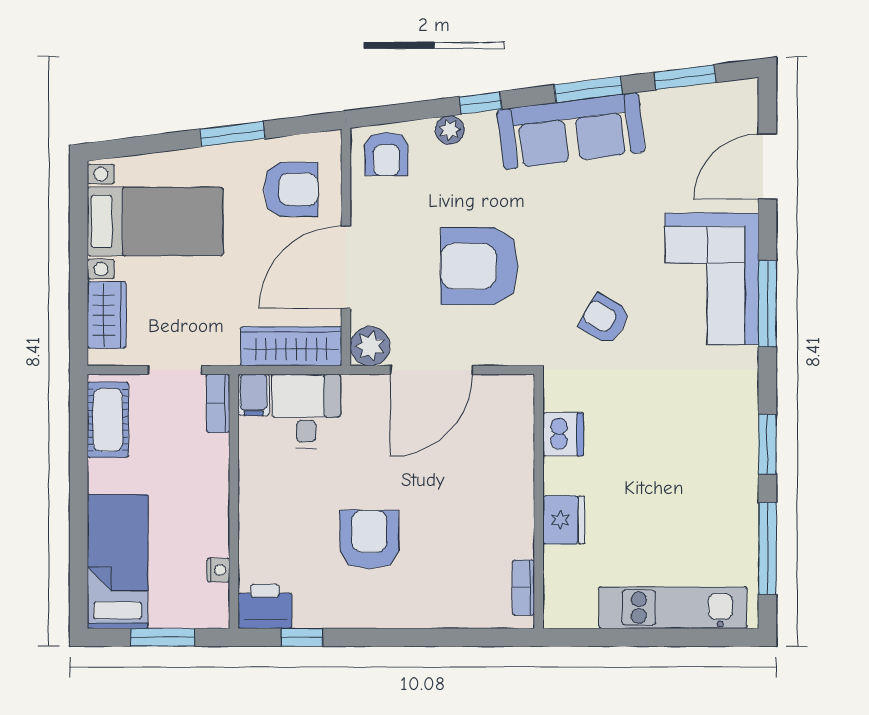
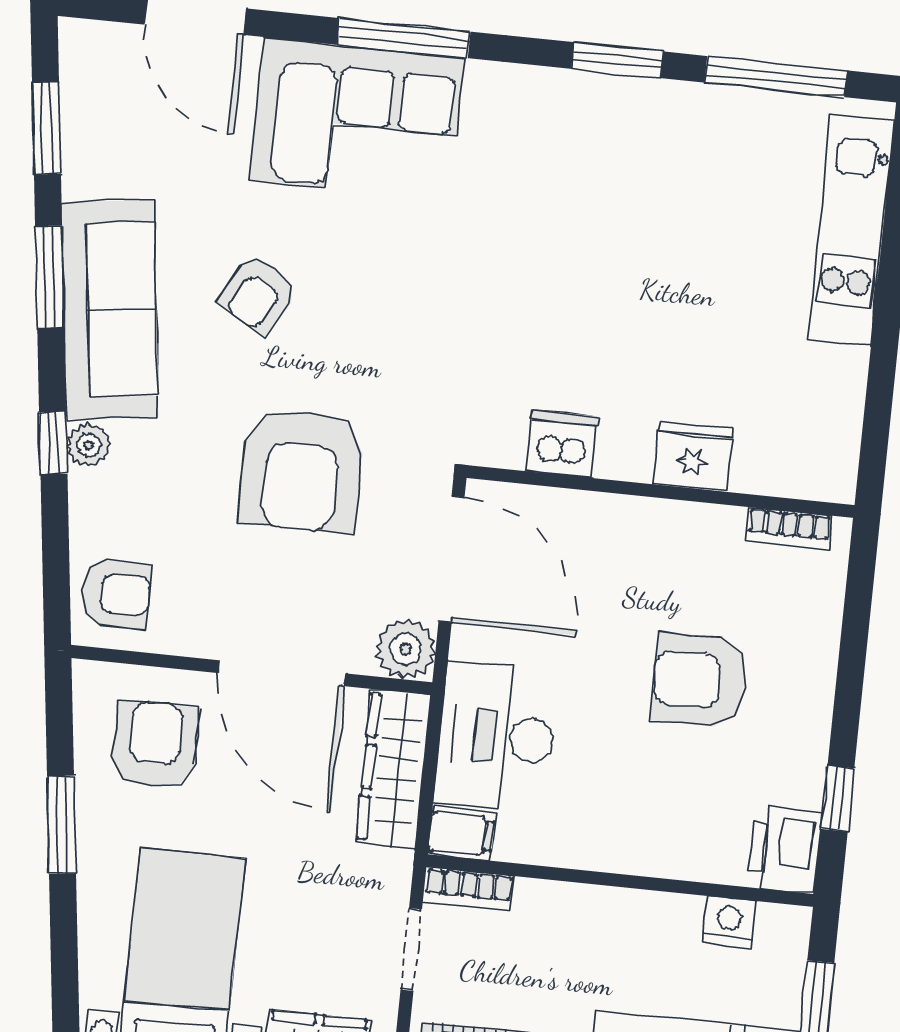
plant: (450, 130) -> (89, 445), moved
armchair: (605, 319) -> (259, 295), moved
desk: (306, 411) -> (497, 737), width x1.37
dishwasher: (563, 434) -> (562, 444), moved
wall: (539, 501) -> (660, 492), moved
fridge: (564, 520) -> (693, 457), moved
nightstand: (218, 570) -> (729, 922), width x1.39, depth x1.35
bookcase: (523, 588) -> (789, 528), moved

